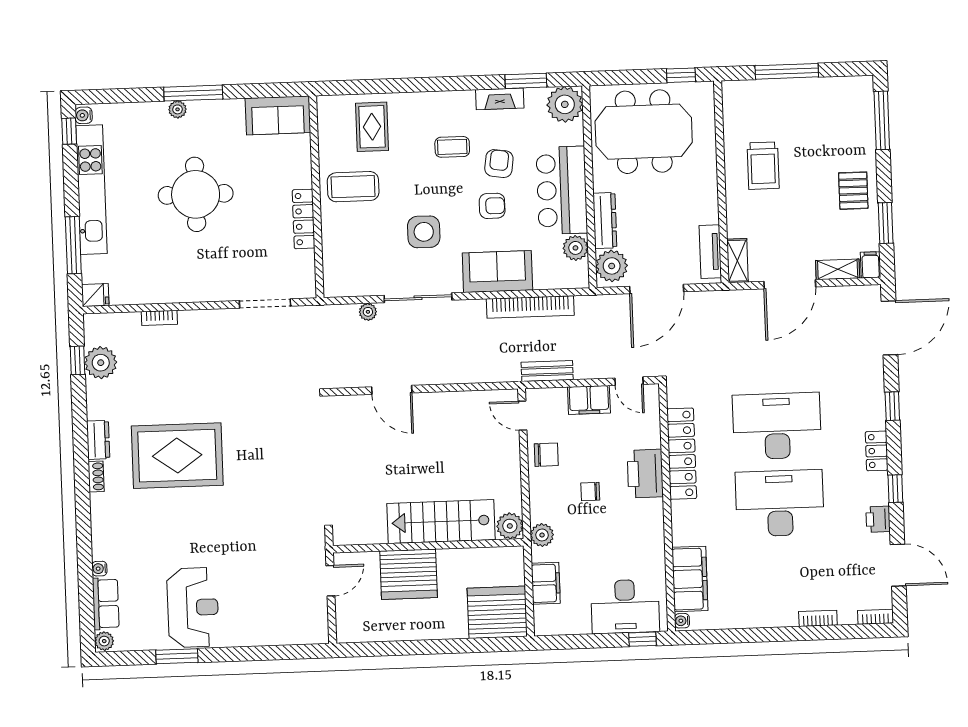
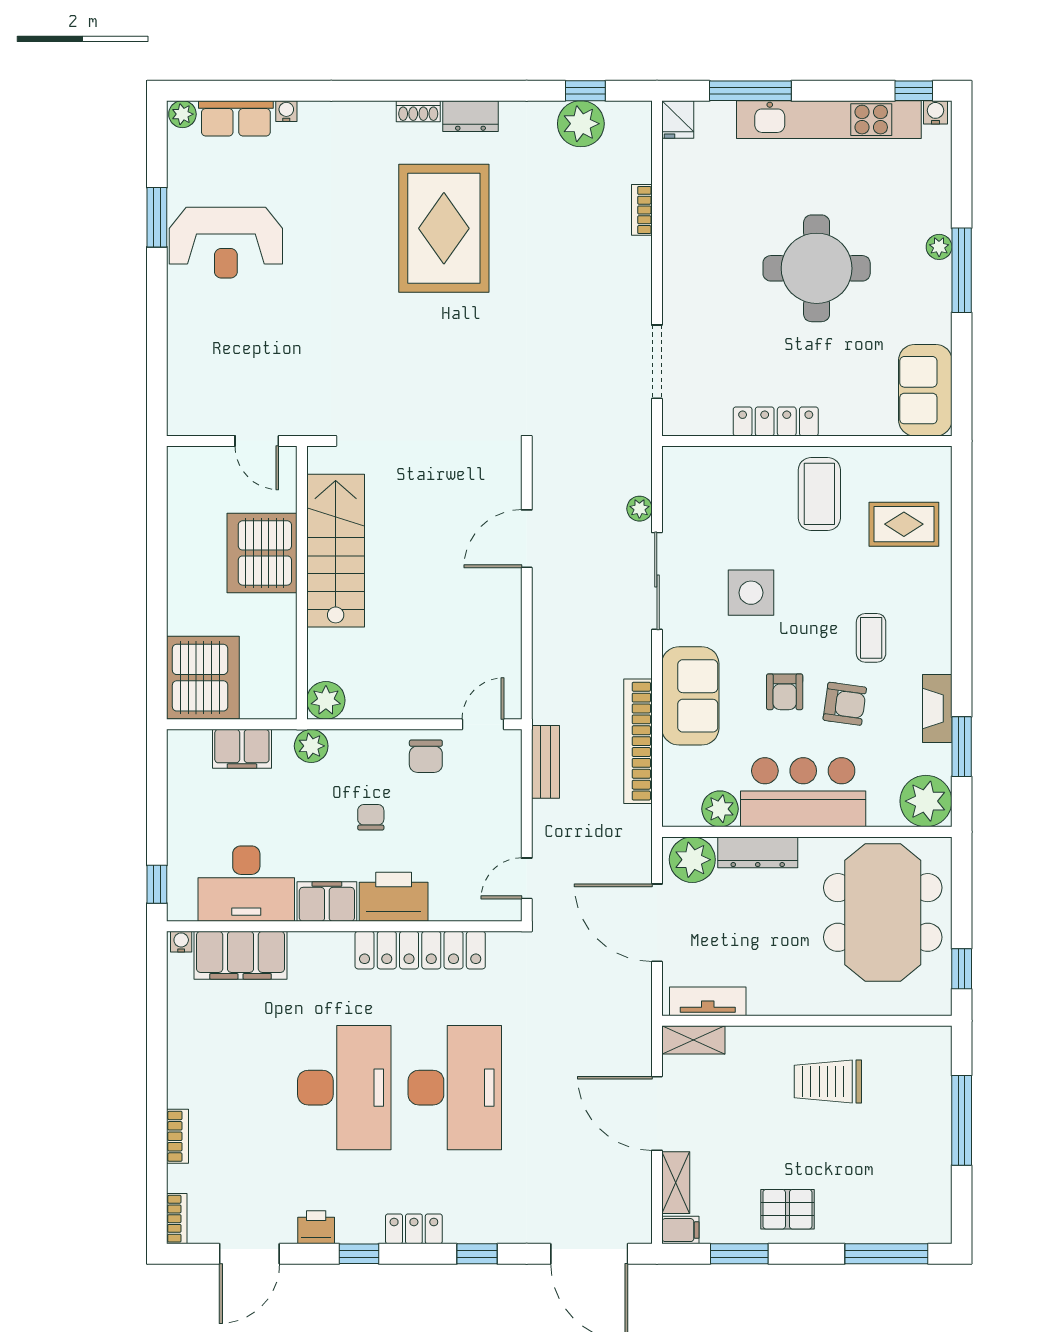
filing cabinet: (589, 400) -> (327, 902), moved, turned 90
stairs: (441, 522) -> (336, 551), moved
desk: (625, 607) -> (246, 884), moved, turned -90

